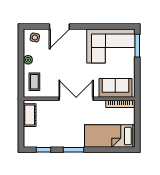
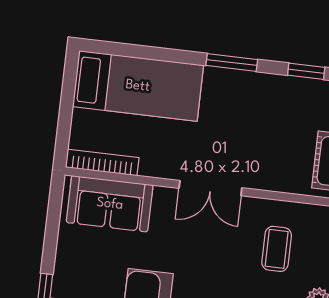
coffee table: (34, 82) -> (277, 249), moved
double door: (76, 99) -> (210, 188), width x0.73

